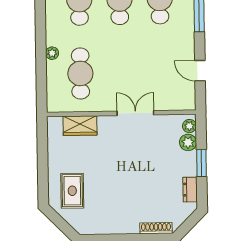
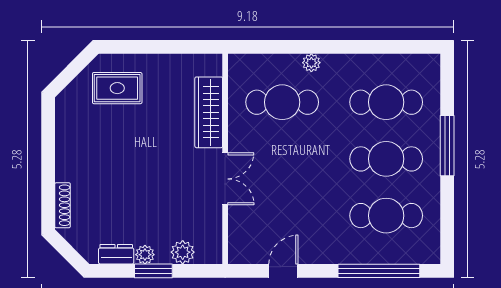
wardrobe: (80, 126) -> (209, 112), width x1.50
plant: (189, 126) -> (145, 255), moved

